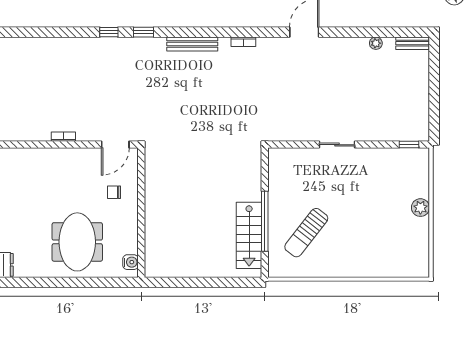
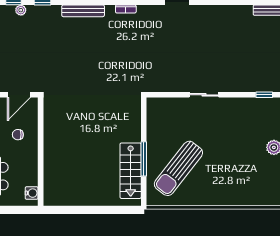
plant: (376, 43) -> (21, 10), moved
window: (265, 221) -> (144, 159), width x0.68
sun lounger: (306, 233) -> (178, 168), width x1.36, depth x1.34

